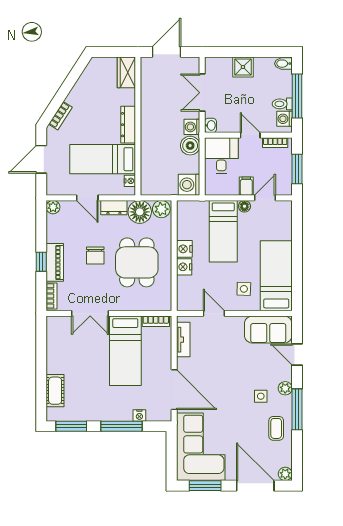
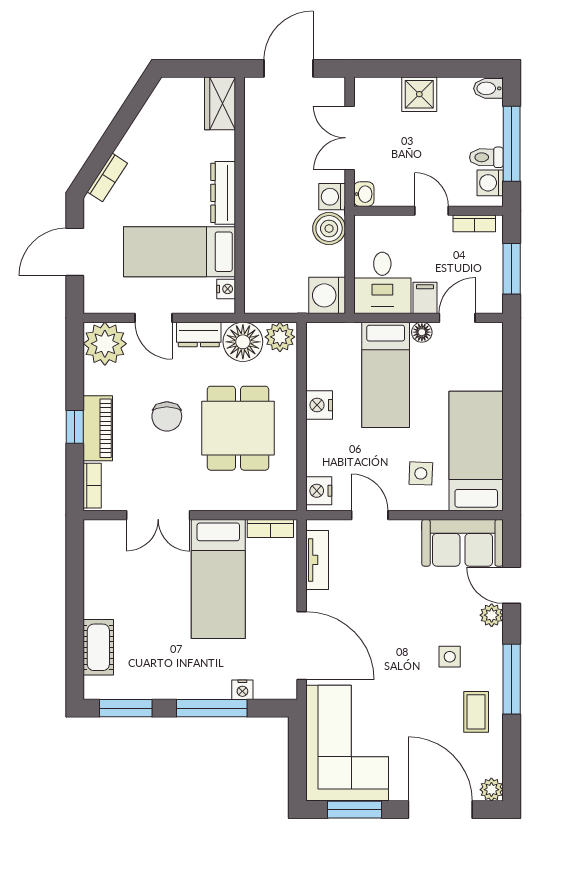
desk: (221, 156) -> (382, 283), moved, turned 180
plant: (53, 207) -> (105, 344), width x1.87, depth x1.87
nightstand: (184, 267) -> (319, 491), moved
plant: (285, 388) -> (492, 615), moved

